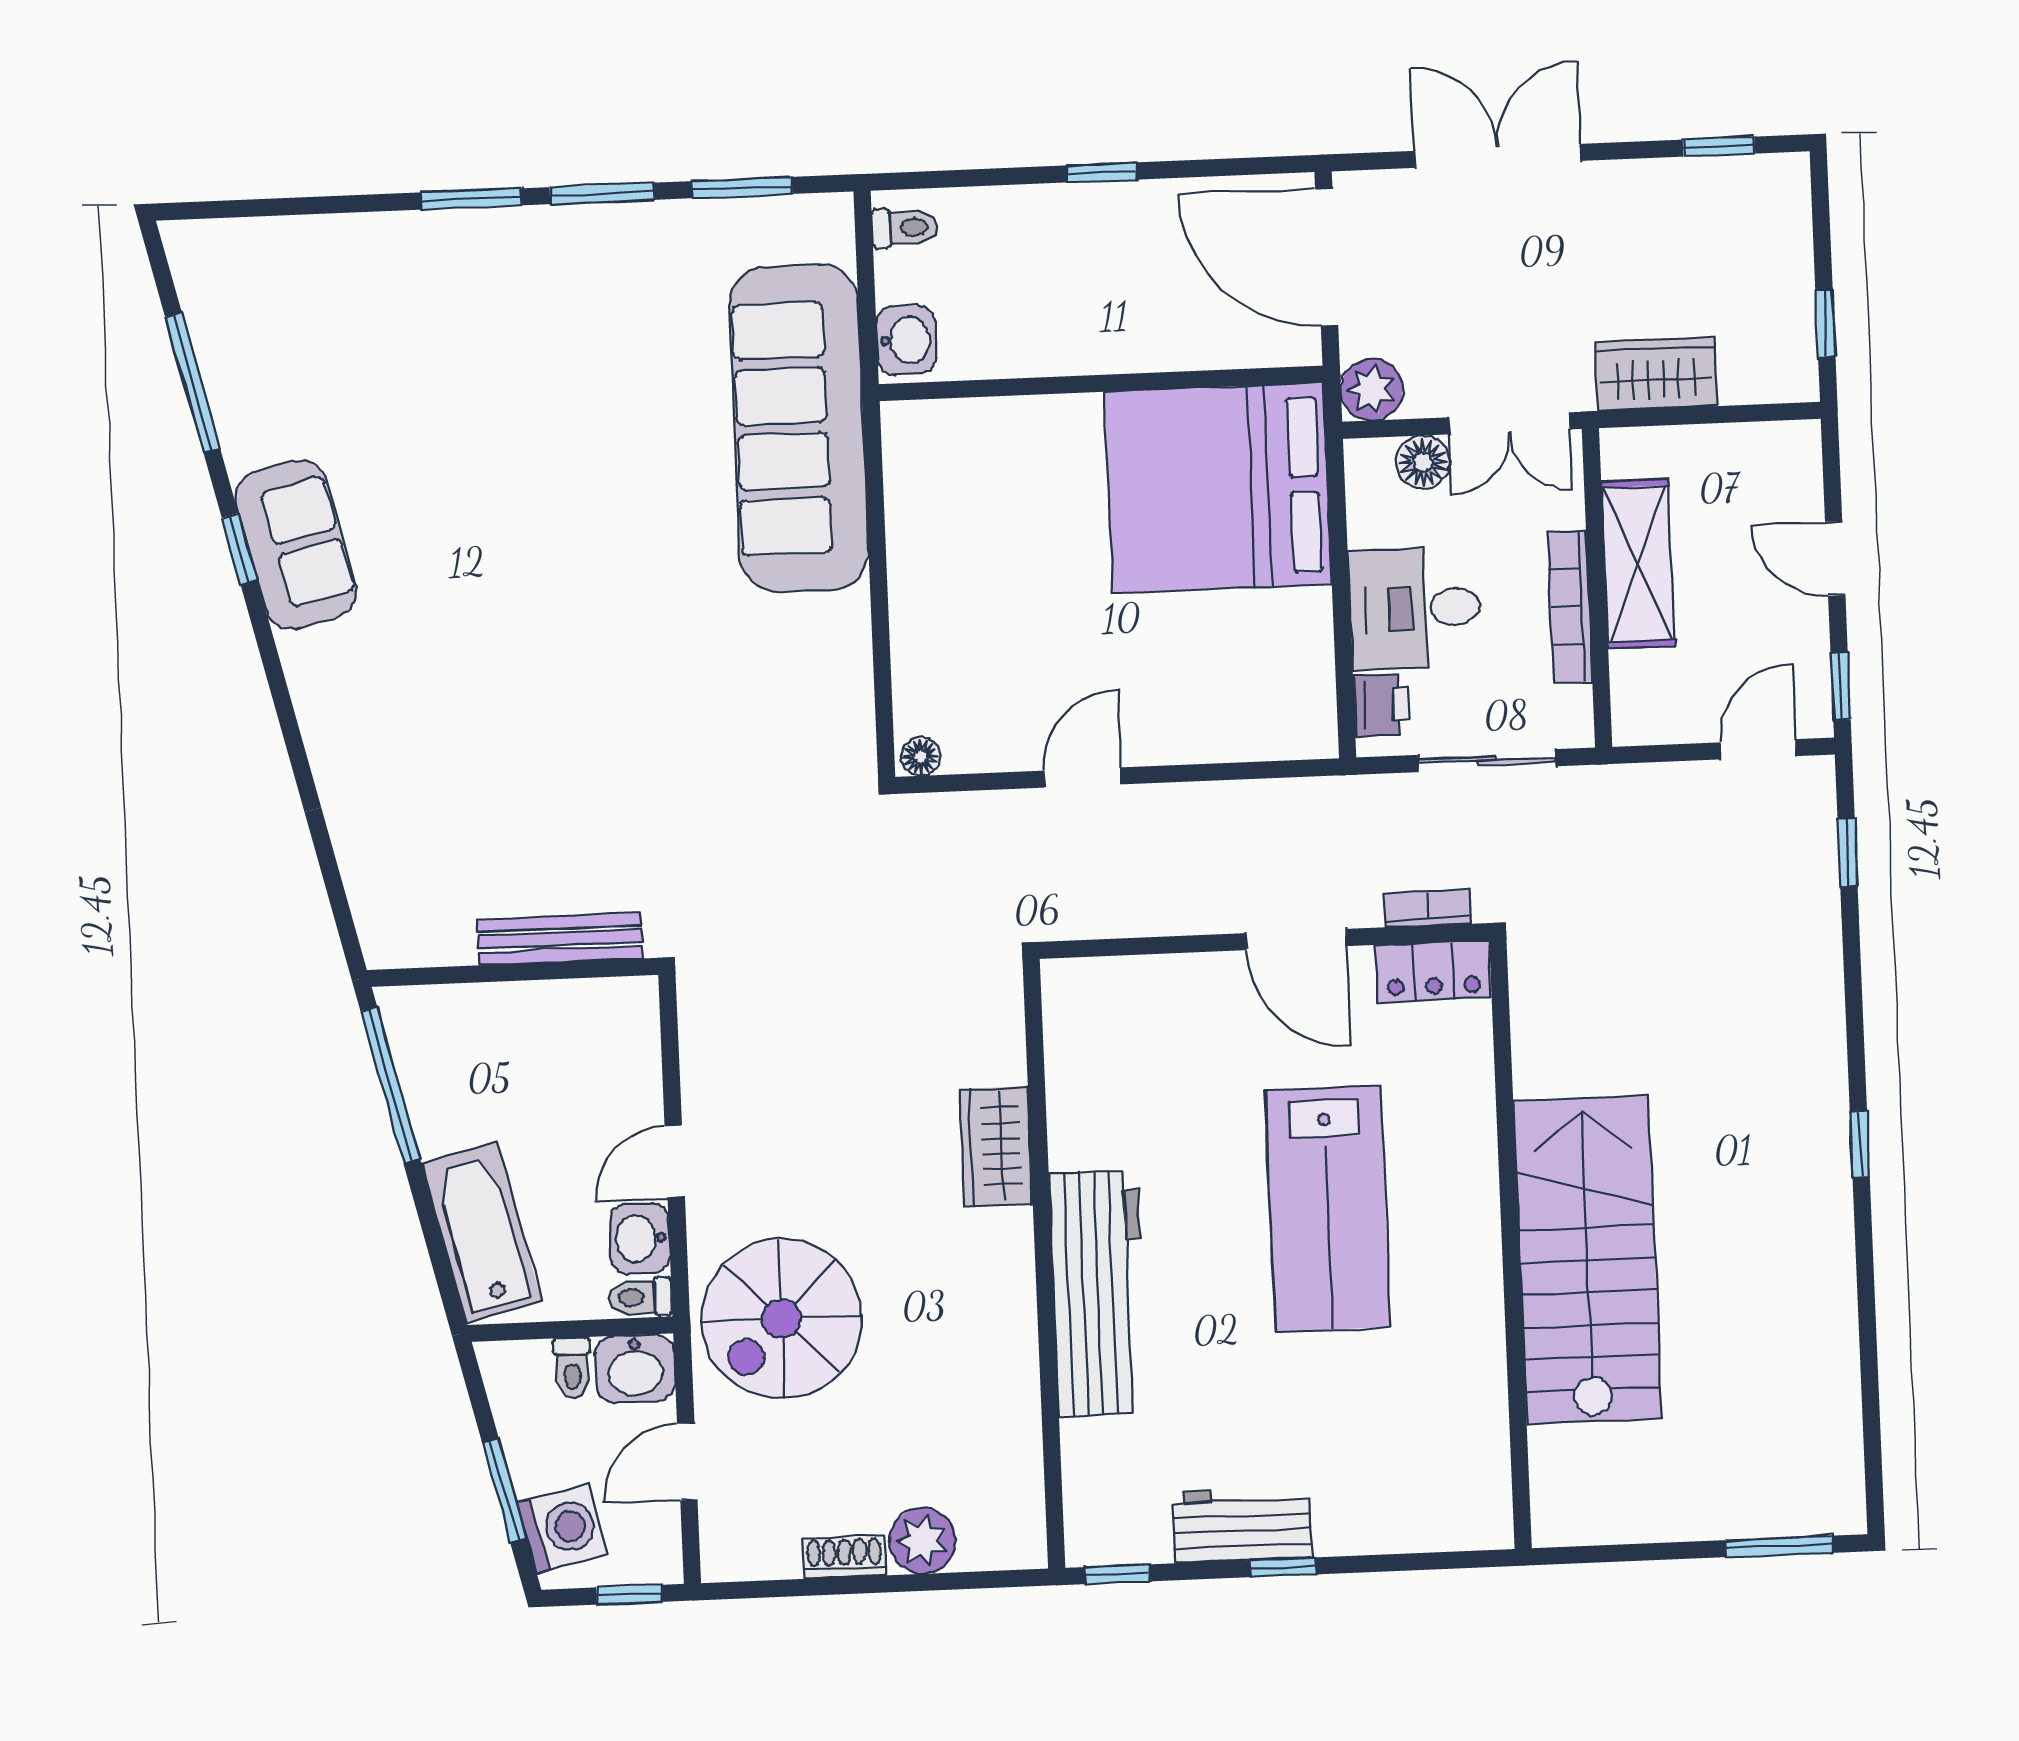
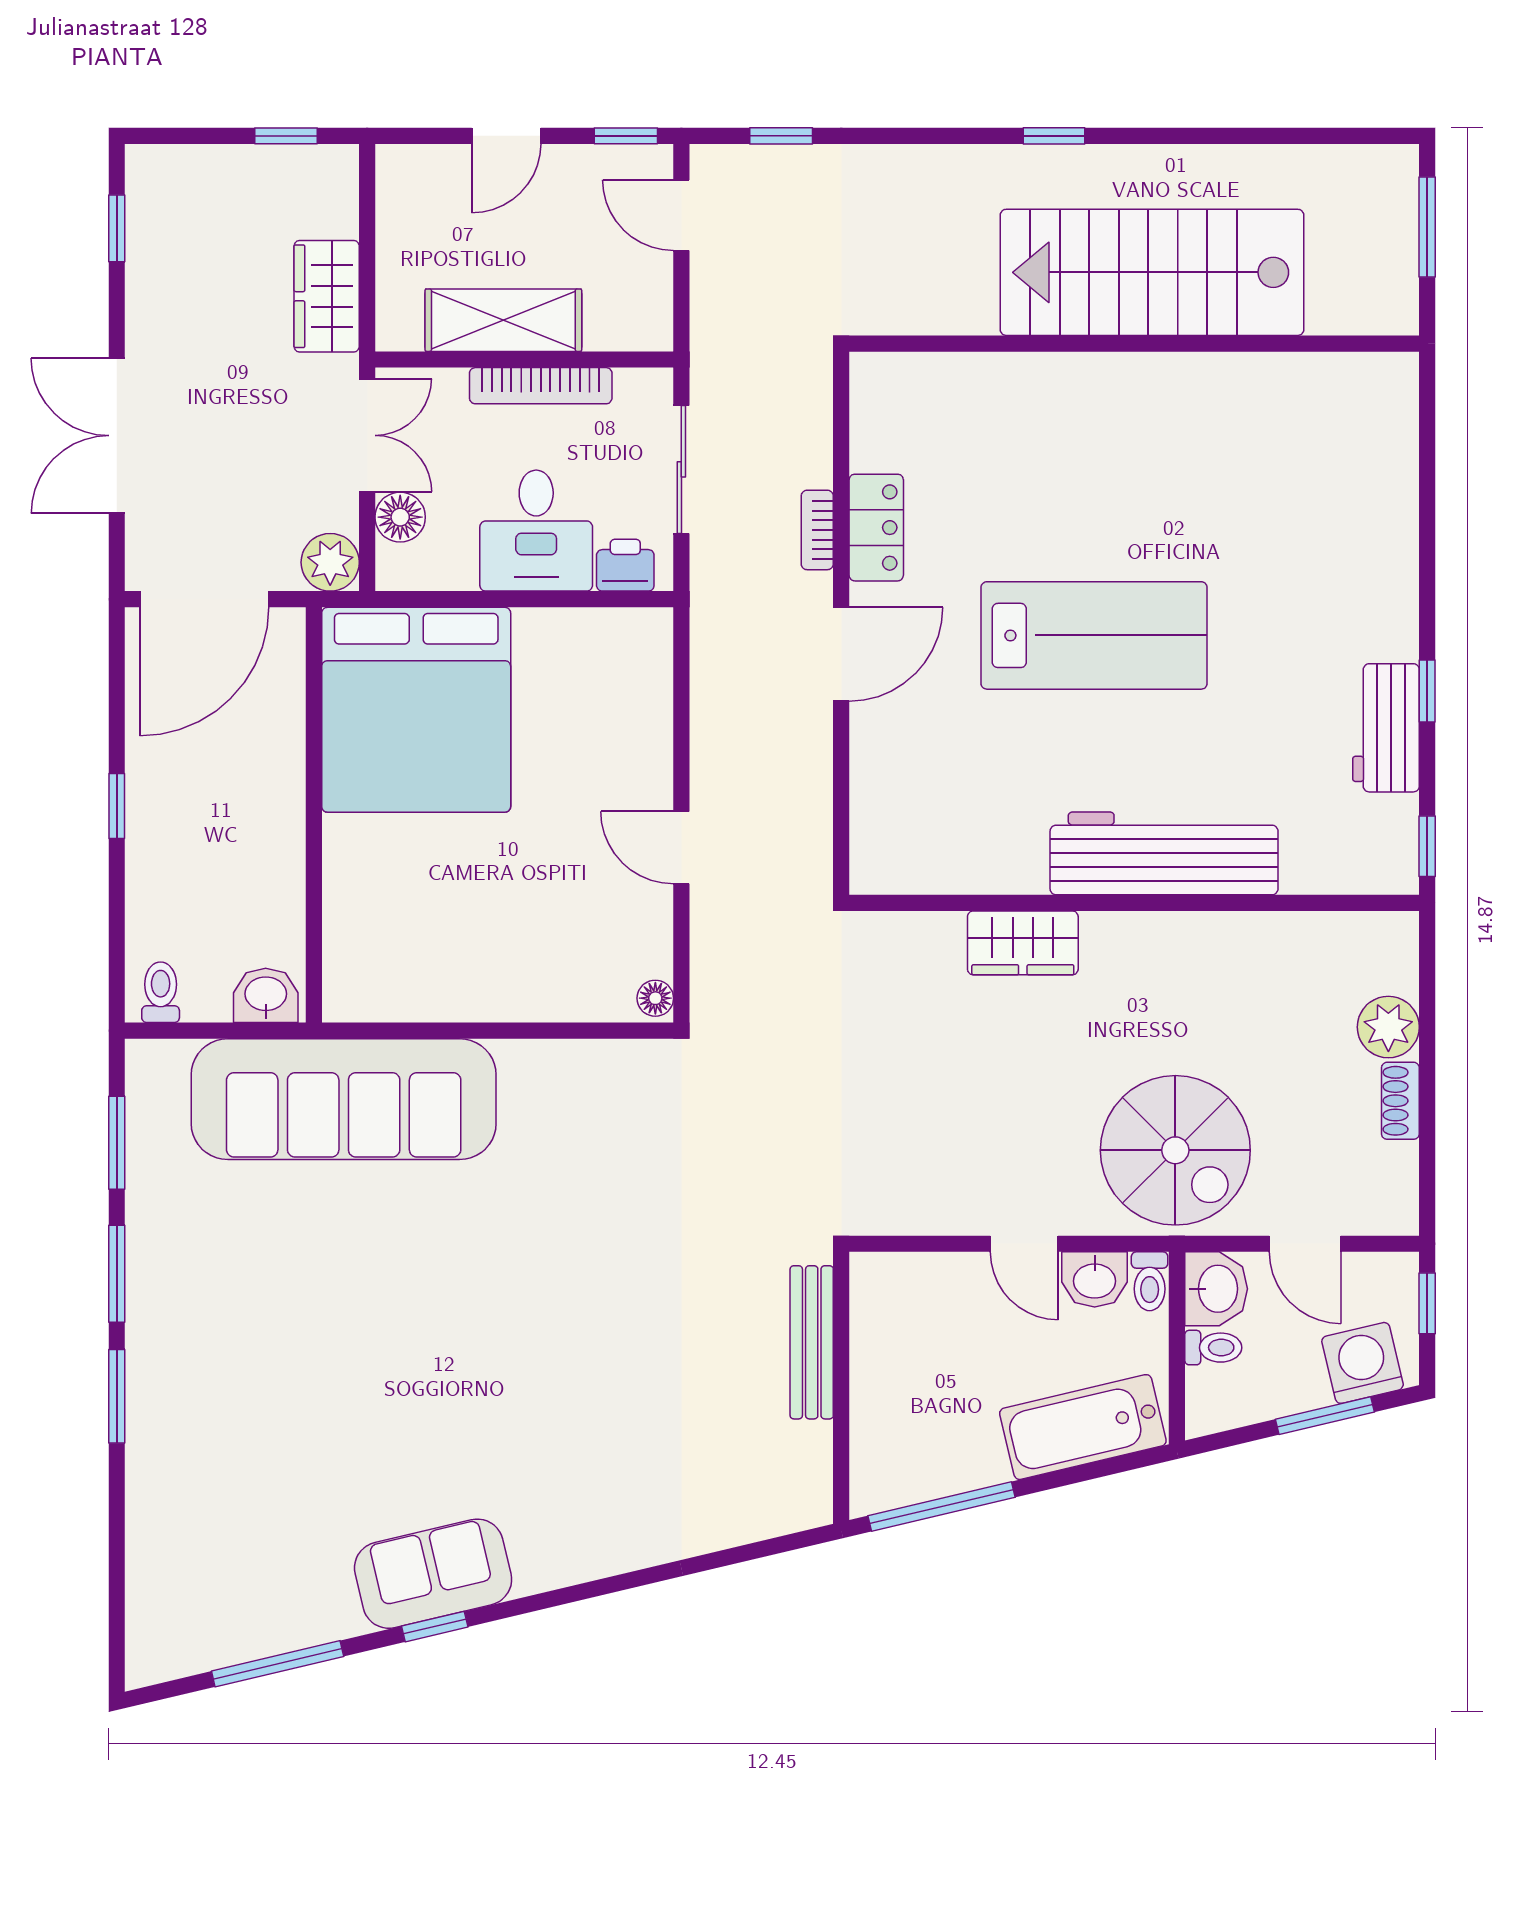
wall: (1511, 1244) -> (1134, 344), moved
stairs: (1587, 1260) -> (1152, 272), moved

